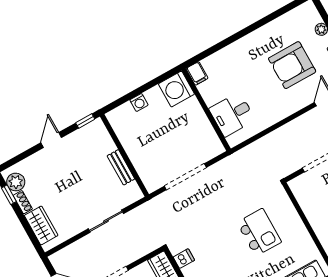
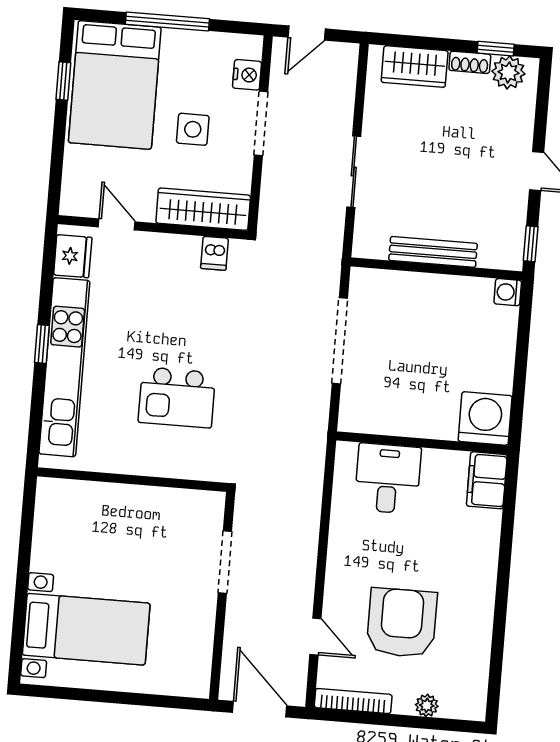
filing cabinet: (197, 73) -> (487, 480), width x2.00
washing machine: (139, 103) -> (508, 292), moved
bench: (121, 167) -> (433, 252), width x1.36

